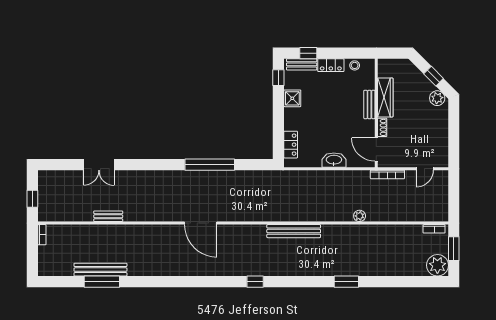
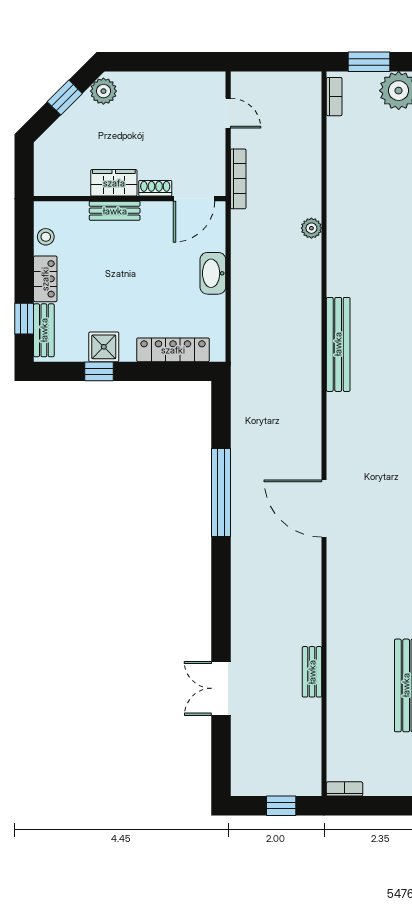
window: (278, 78) -> (99, 371), moved
wardrobe: (385, 97) -> (114, 183), width x0.67
locker: (291, 145) -> (173, 350), width x1.53
double door: (99, 165) -> (221, 688), swing flipped
door: (201, 223) -> (324, 508), swing flipped

